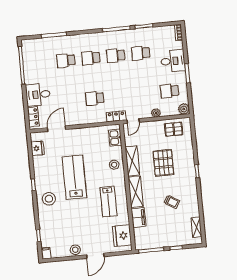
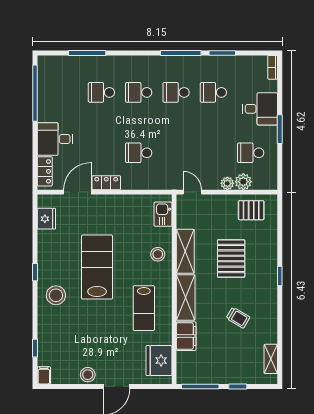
plant: (184, 109) -> (243, 182), moved
locker: (116, 116) -> (106, 183), moved
door: (133, 121) -> (192, 192), swing flipped

